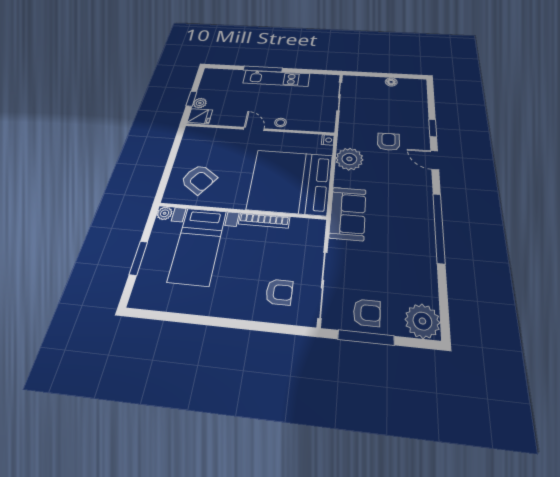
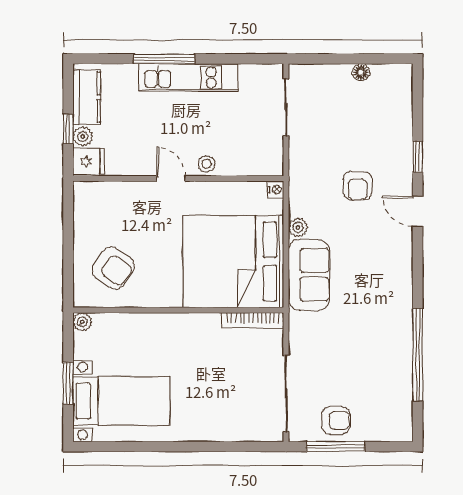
kitchen counter: (208, 84) -> (87, 97), added
armchair: (389, 142) -> (358, 186), turned 180
plant: (349, 159) -> (298, 227), width x0.53, depth x0.53
sofa: (348, 213) -> (309, 275), moved
bookcase: (264, 221) -> (253, 320), moved
window: (439, 227) -> (418, 355), moved
bed with nightstands: (198, 246) -> (121, 401), moved, turned -90
armchair: (279, 292) -> (239, 407), removed
plant: (422, 321) -> (394, 423), removed

